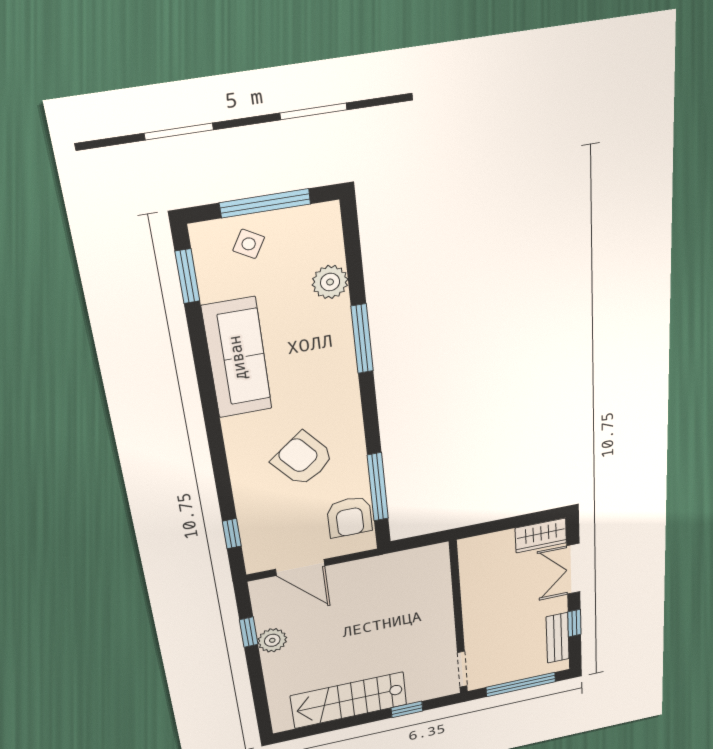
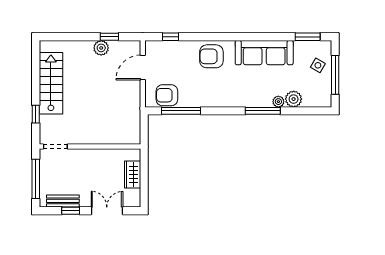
plant: (339, 312) -> (278, 102), added
armchair: (303, 459) -> (211, 56), moved, turned -141
wardrobe: (541, 535) -> (133, 175), moved

